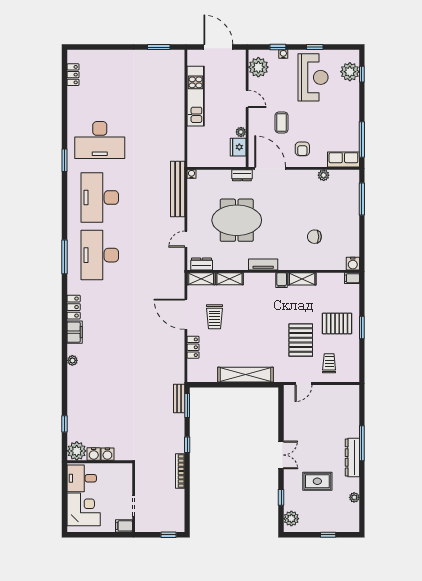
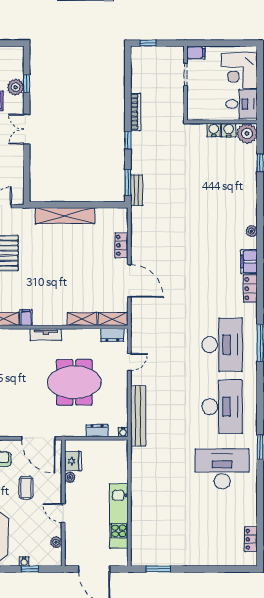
plant: (258, 67) -> (56, 542), width x0.53, depth x0.53
dresser: (242, 175) -> (97, 431), moved
trolley: (214, 317) -> (98, 278), removed
plant: (291, 519) -> (16, 87), moved

